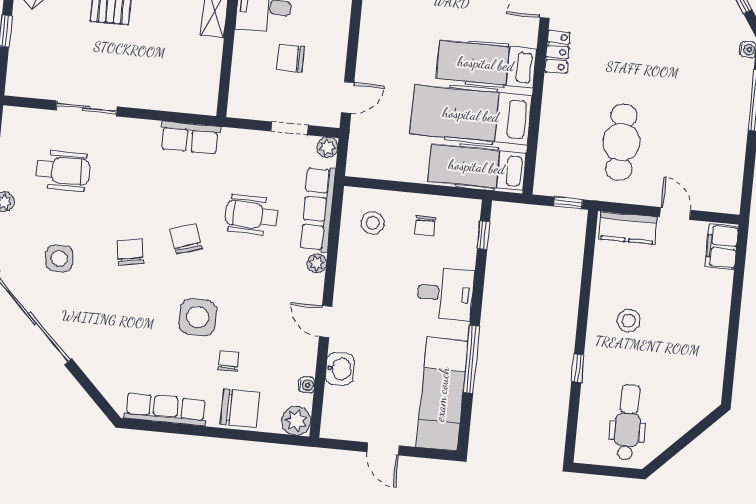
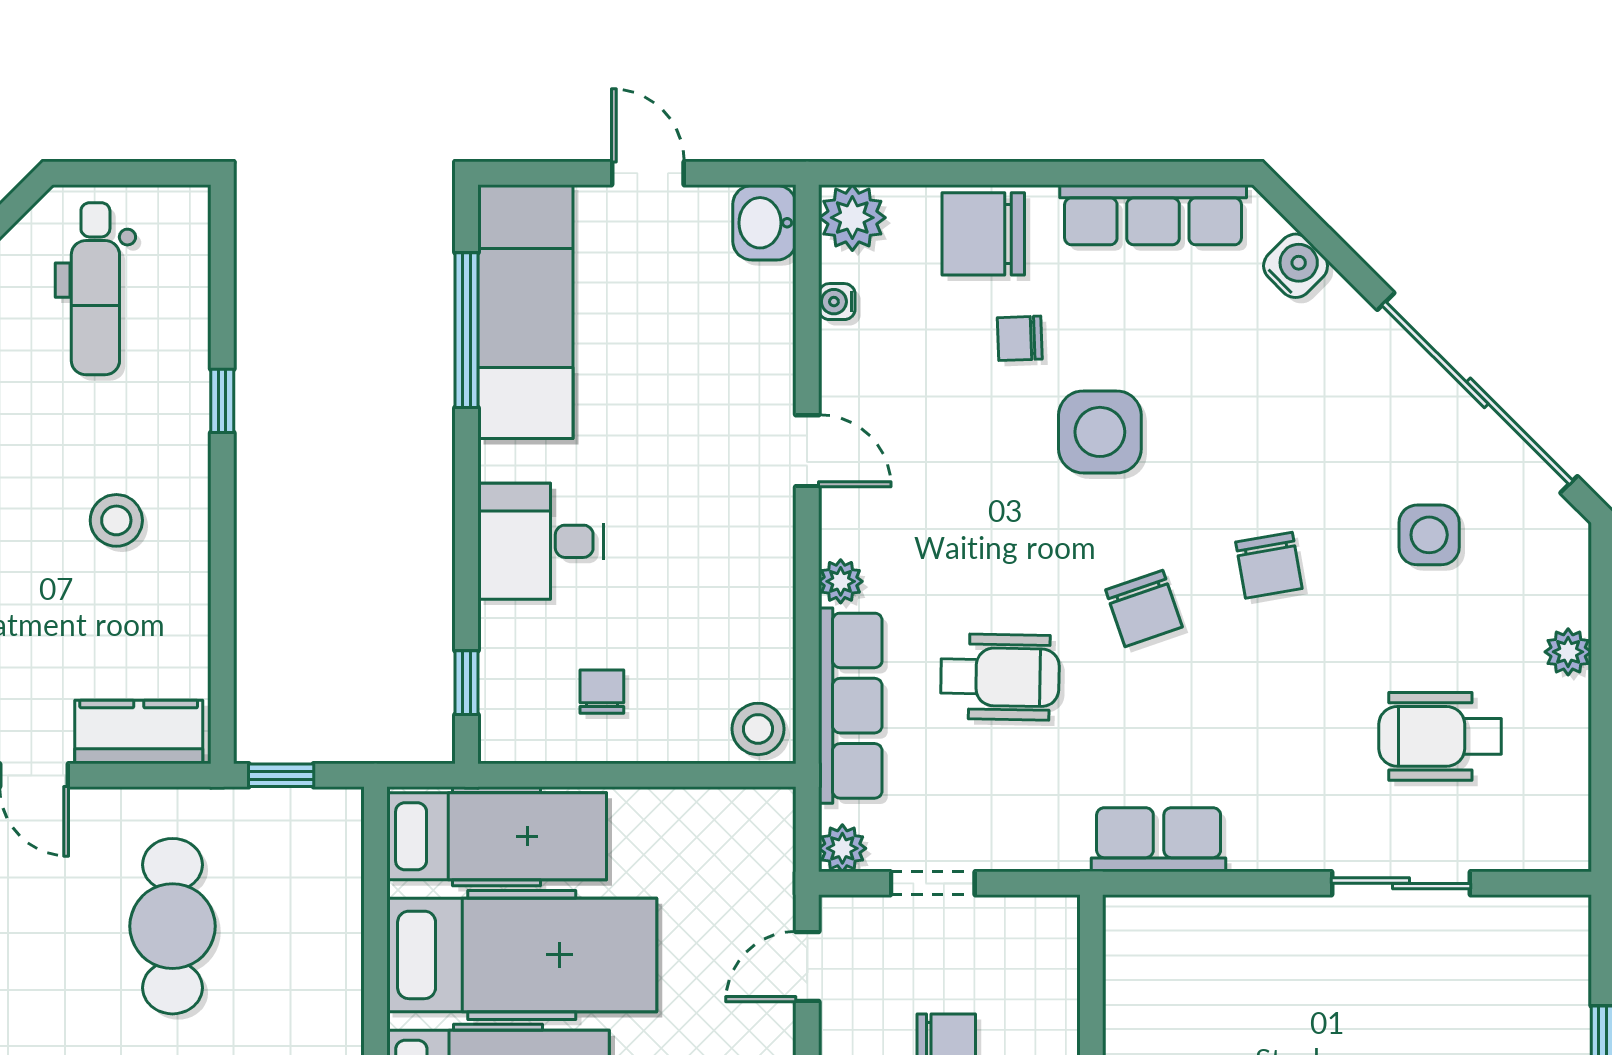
stool: (373, 223) -> (758, 729), moved
window: (471, 359) -> (466, 330), moved
chair: (229, 361) -> (1020, 338), turned 88
washbasin: (340, 369) -> (764, 223), moved
water cooler: (106, 381) -> (1296, 266), added

